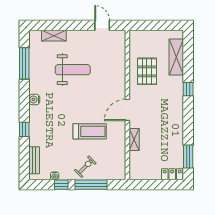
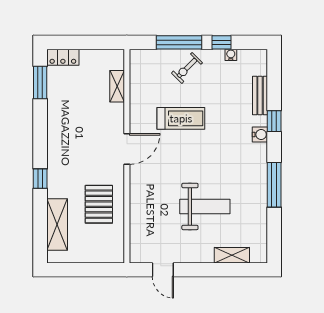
window: (24, 63) -> (274, 185), moved
weight bench: (73, 70) -> (205, 206), turned 180
water cooler: (34, 99) -> (260, 135), moved
treadmill: (90, 131) -> (181, 118), turned 180
shelving: (134, 139) -> (117, 86), moved
bench: (34, 160) -> (260, 95), moved

